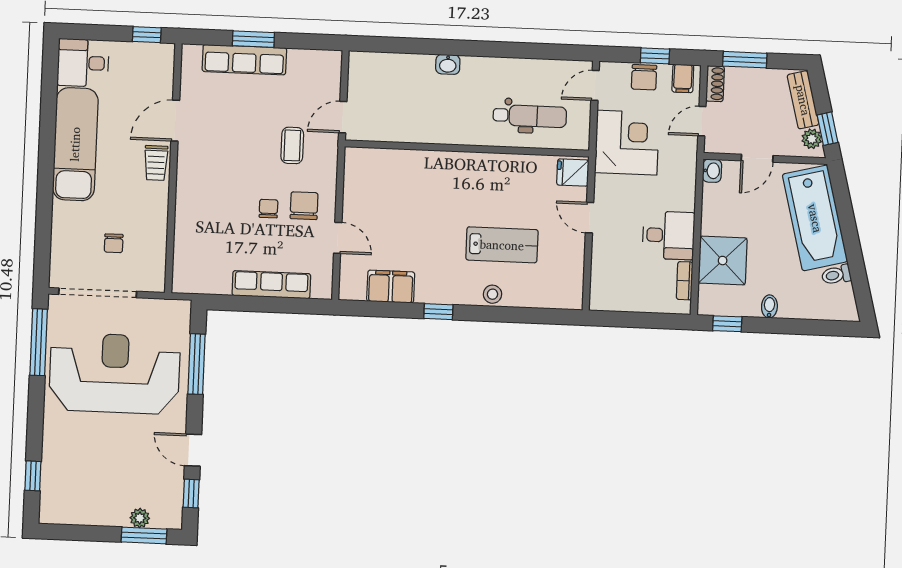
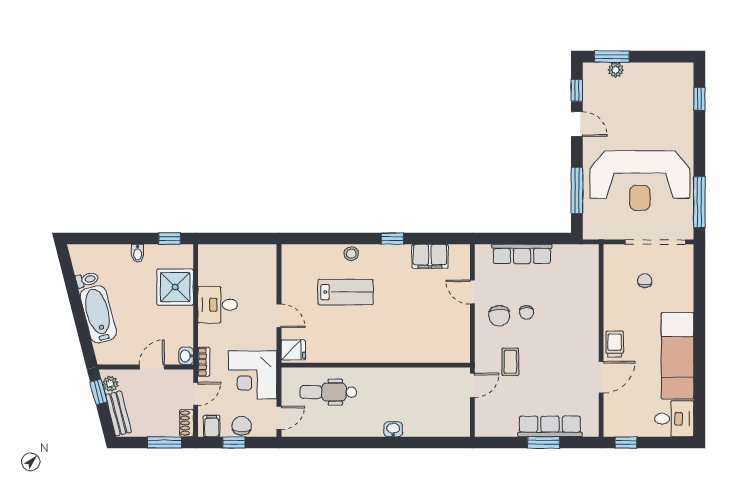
bathtub: (815, 218) -> (98, 314), width x0.73, depth x0.73
lab bench: (502, 245) -> (346, 292), turned 180
bookcase: (685, 281) -> (204, 362), moved

